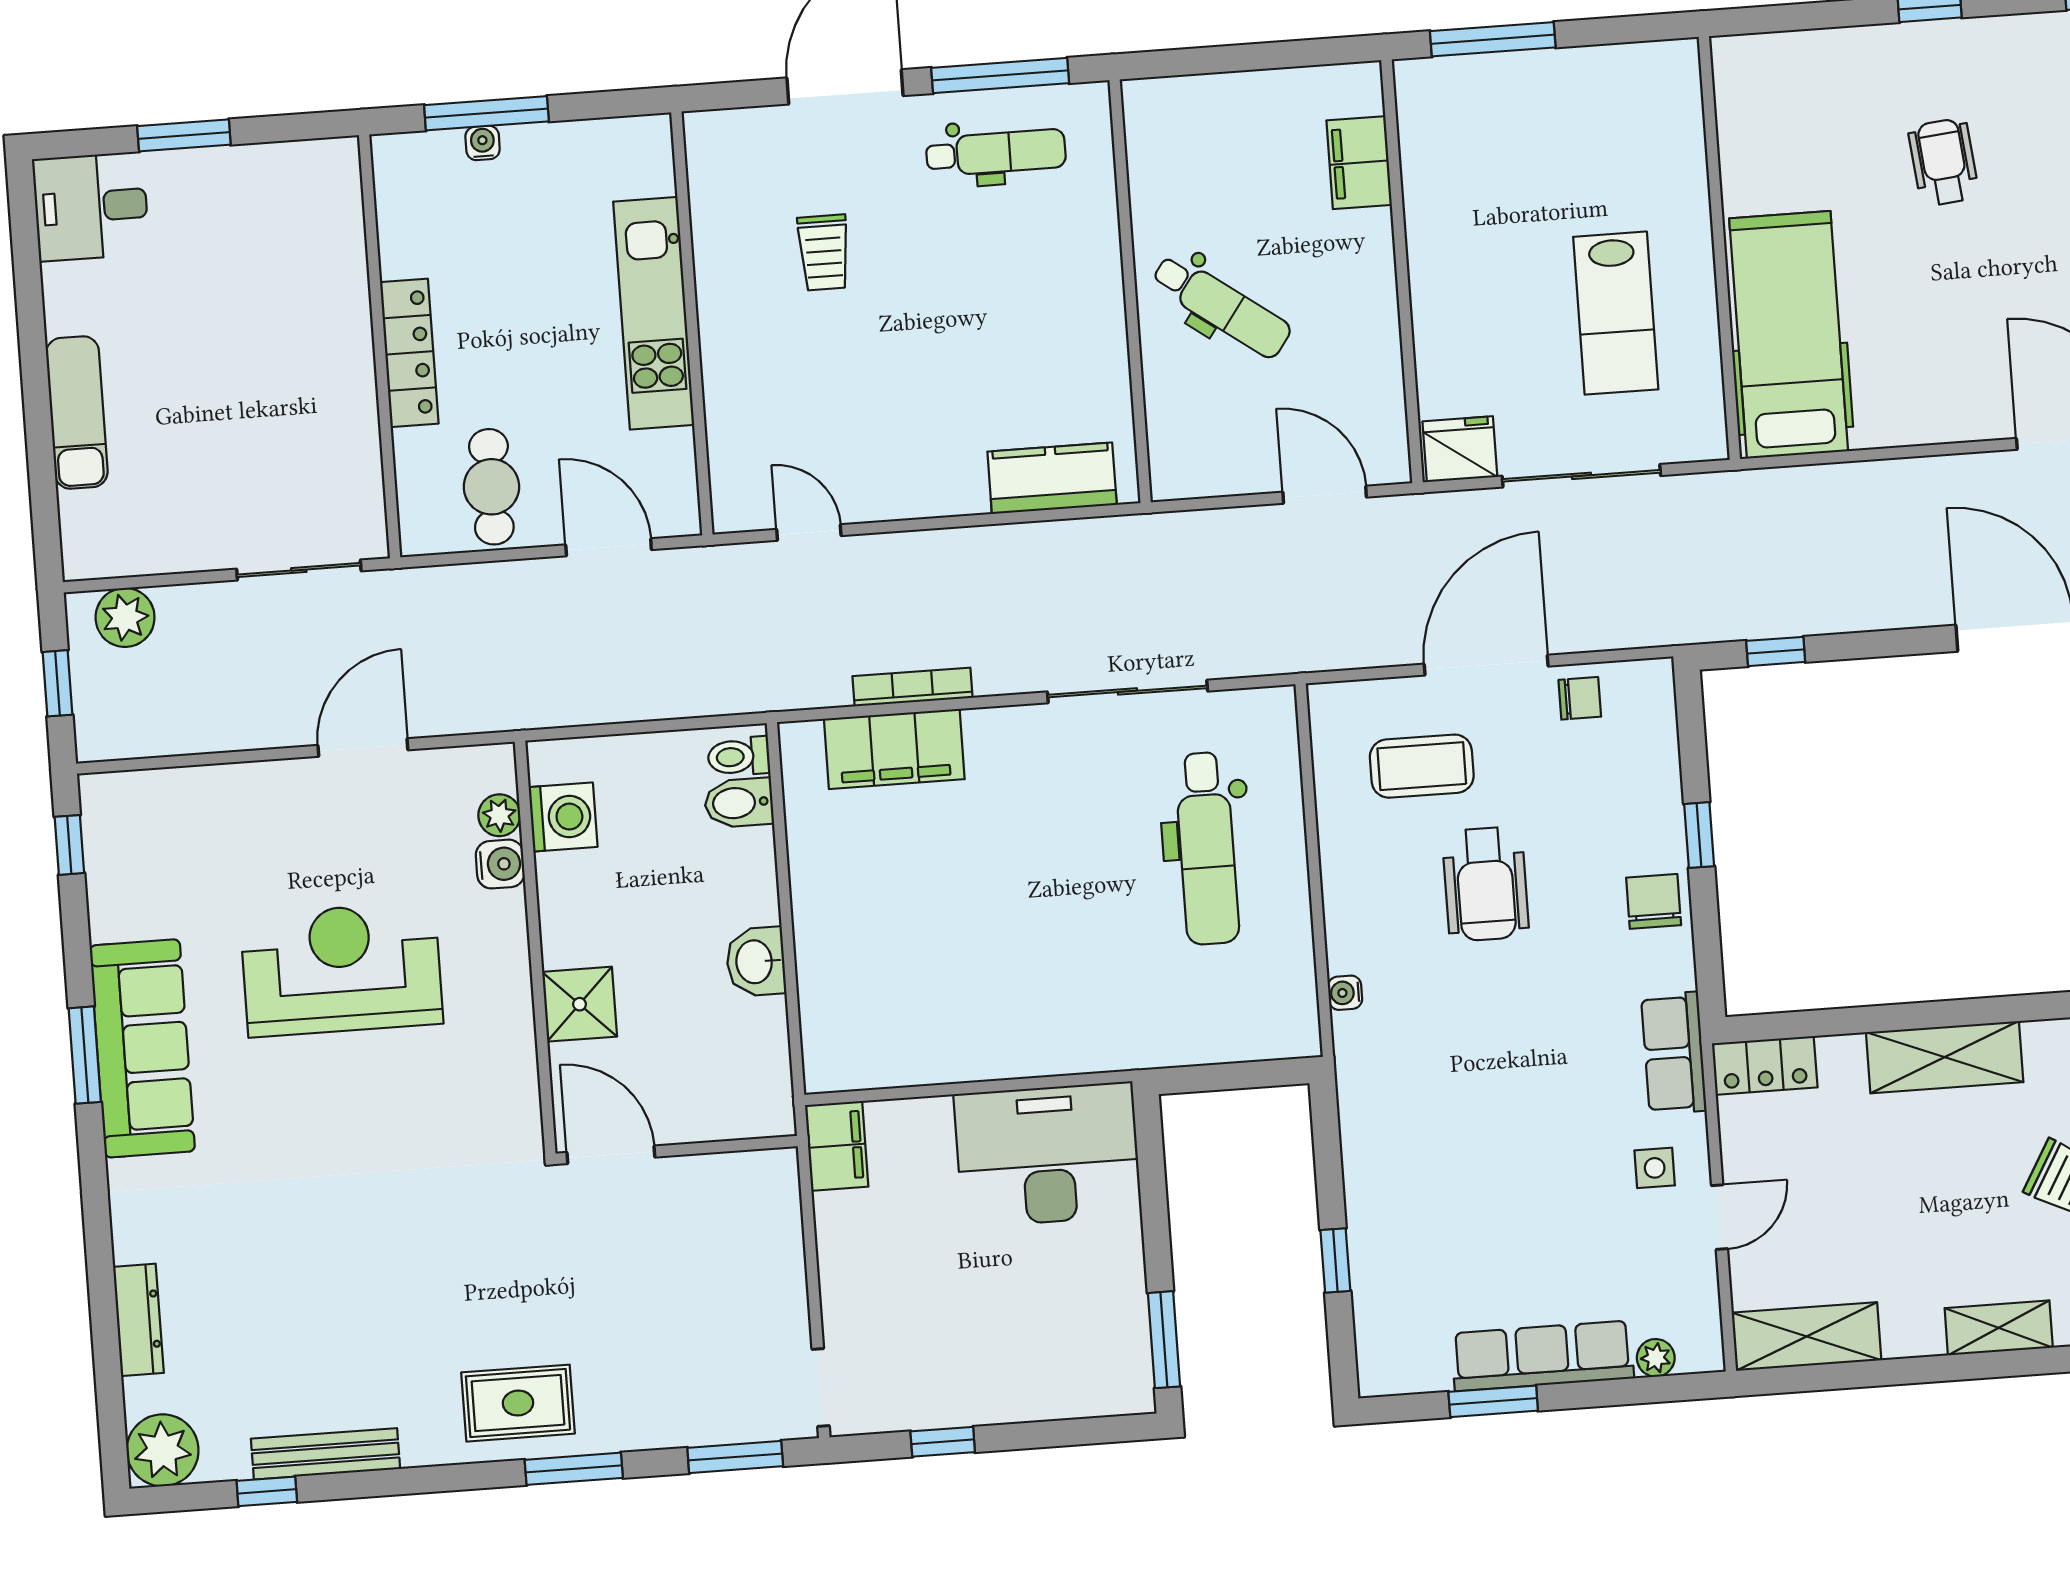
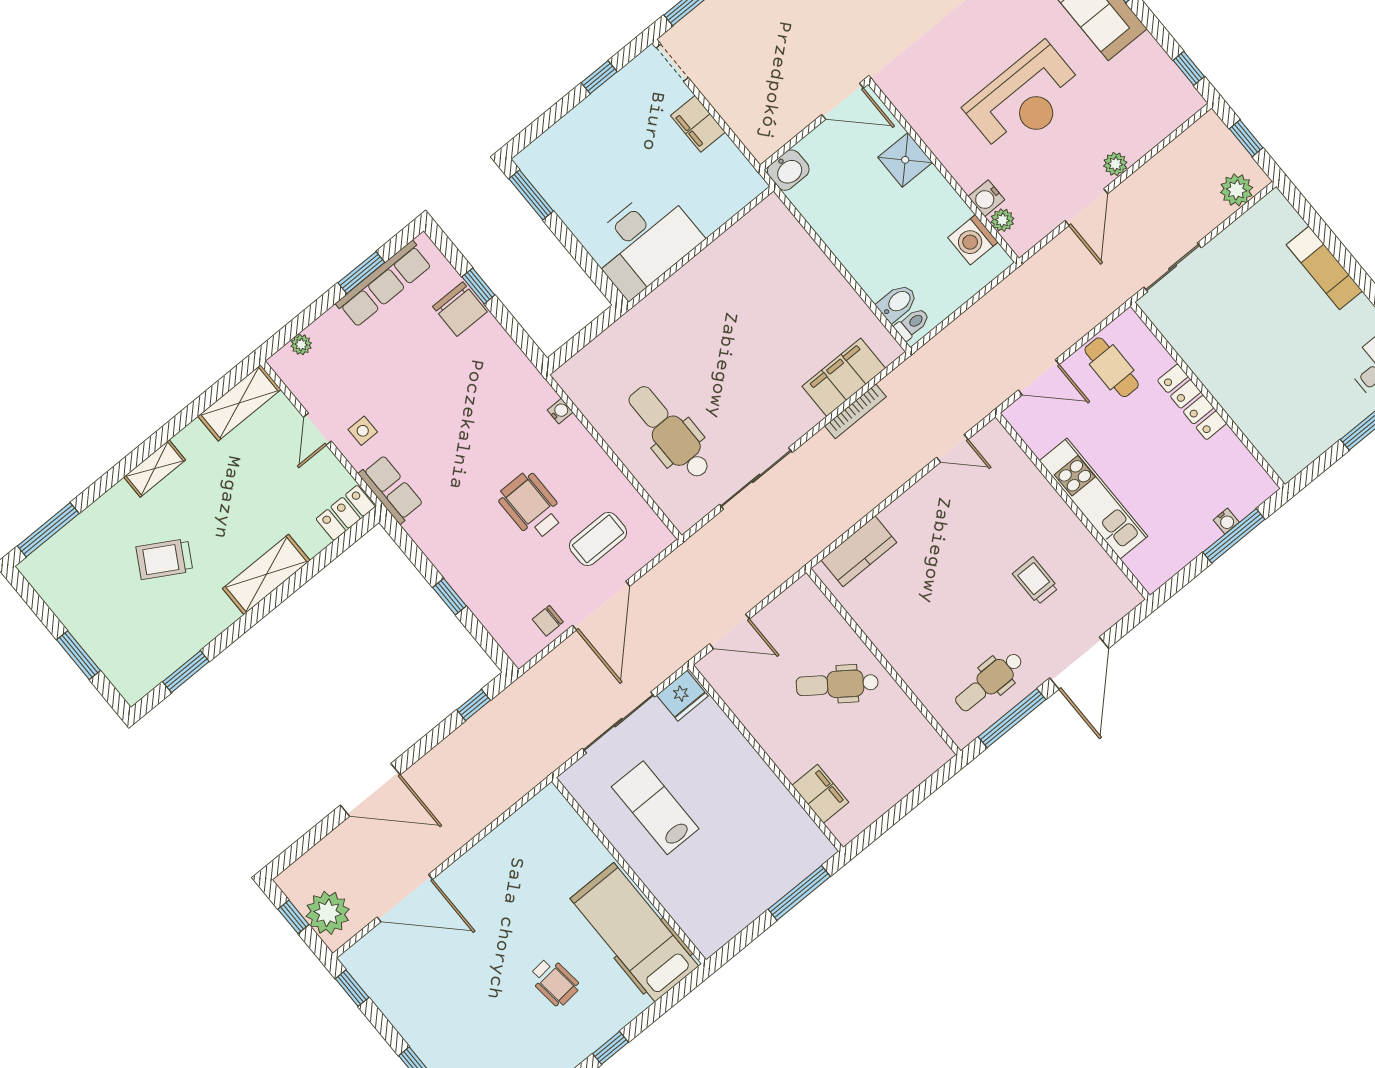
hospital bed: (1789, 335) -> (634, 932), moved, turned 180
plant: (276, 781) -> (1115, 164), added
chair: (1654, 901) -> (460, 309), moved, width x1.37, depth x1.37
washbasin: (756, 962) -> (788, 170), moved, turned 90
filing cabinet: (837, 1146) -> (698, 124), moved
row of seats: (1542, 1356) -> (384, 284), moved

